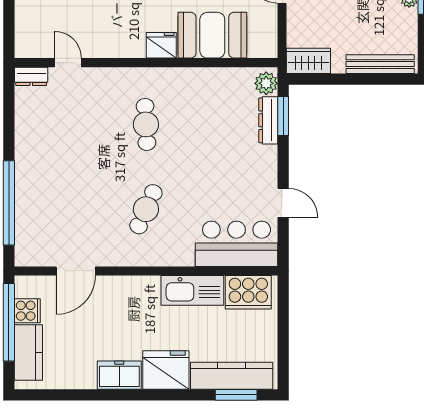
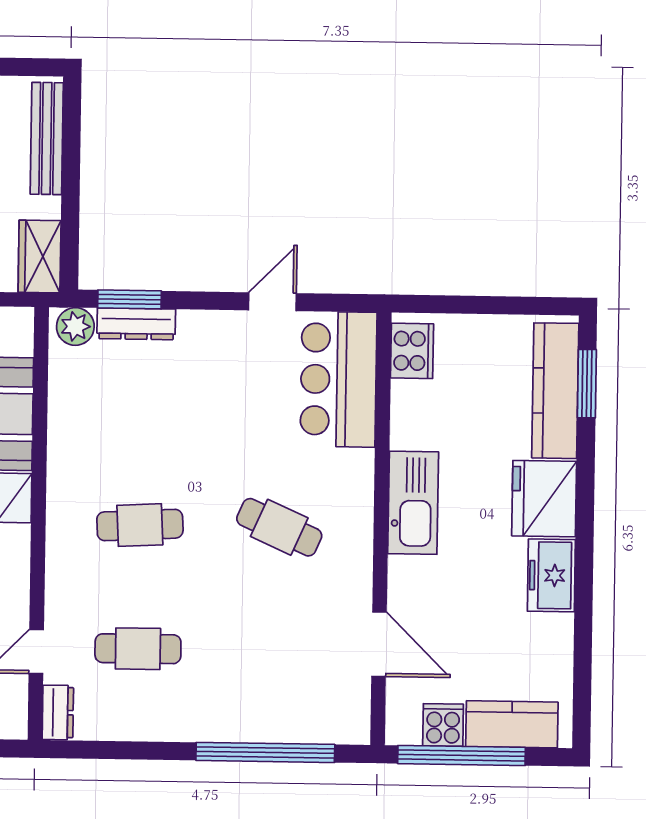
cafe table: (71, 124) -> (138, 649), added
kitchen sink: (192, 290) -> (413, 503), moved
cooker: (248, 292) -> (412, 351), width x0.73, depth x0.76

